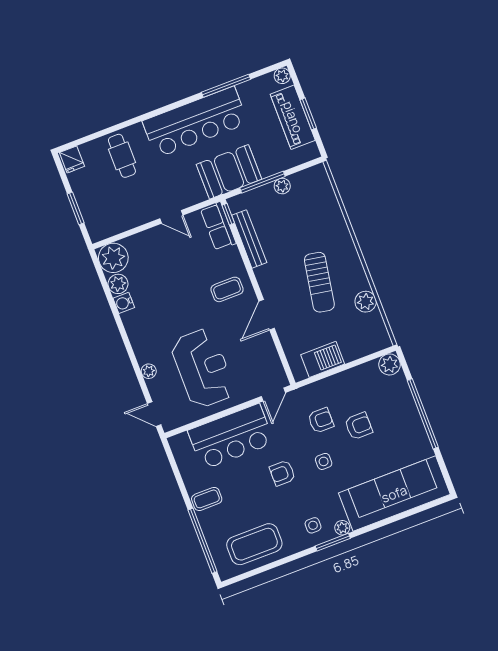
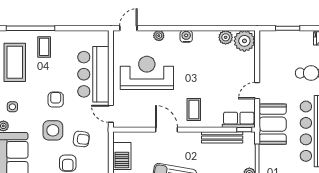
booth: (229, 172) -> (273, 124), moved
water cooler: (124, 303) -> (186, 36), moved
reception desk: (203, 368) -> (147, 73), turned 180
armchair: (321, 420) -> (81, 139), turned -83
side table: (324, 461) -> (53, 130), width x1.87, depth x1.87
coffee table: (207, 499) -> (44, 47), moved

